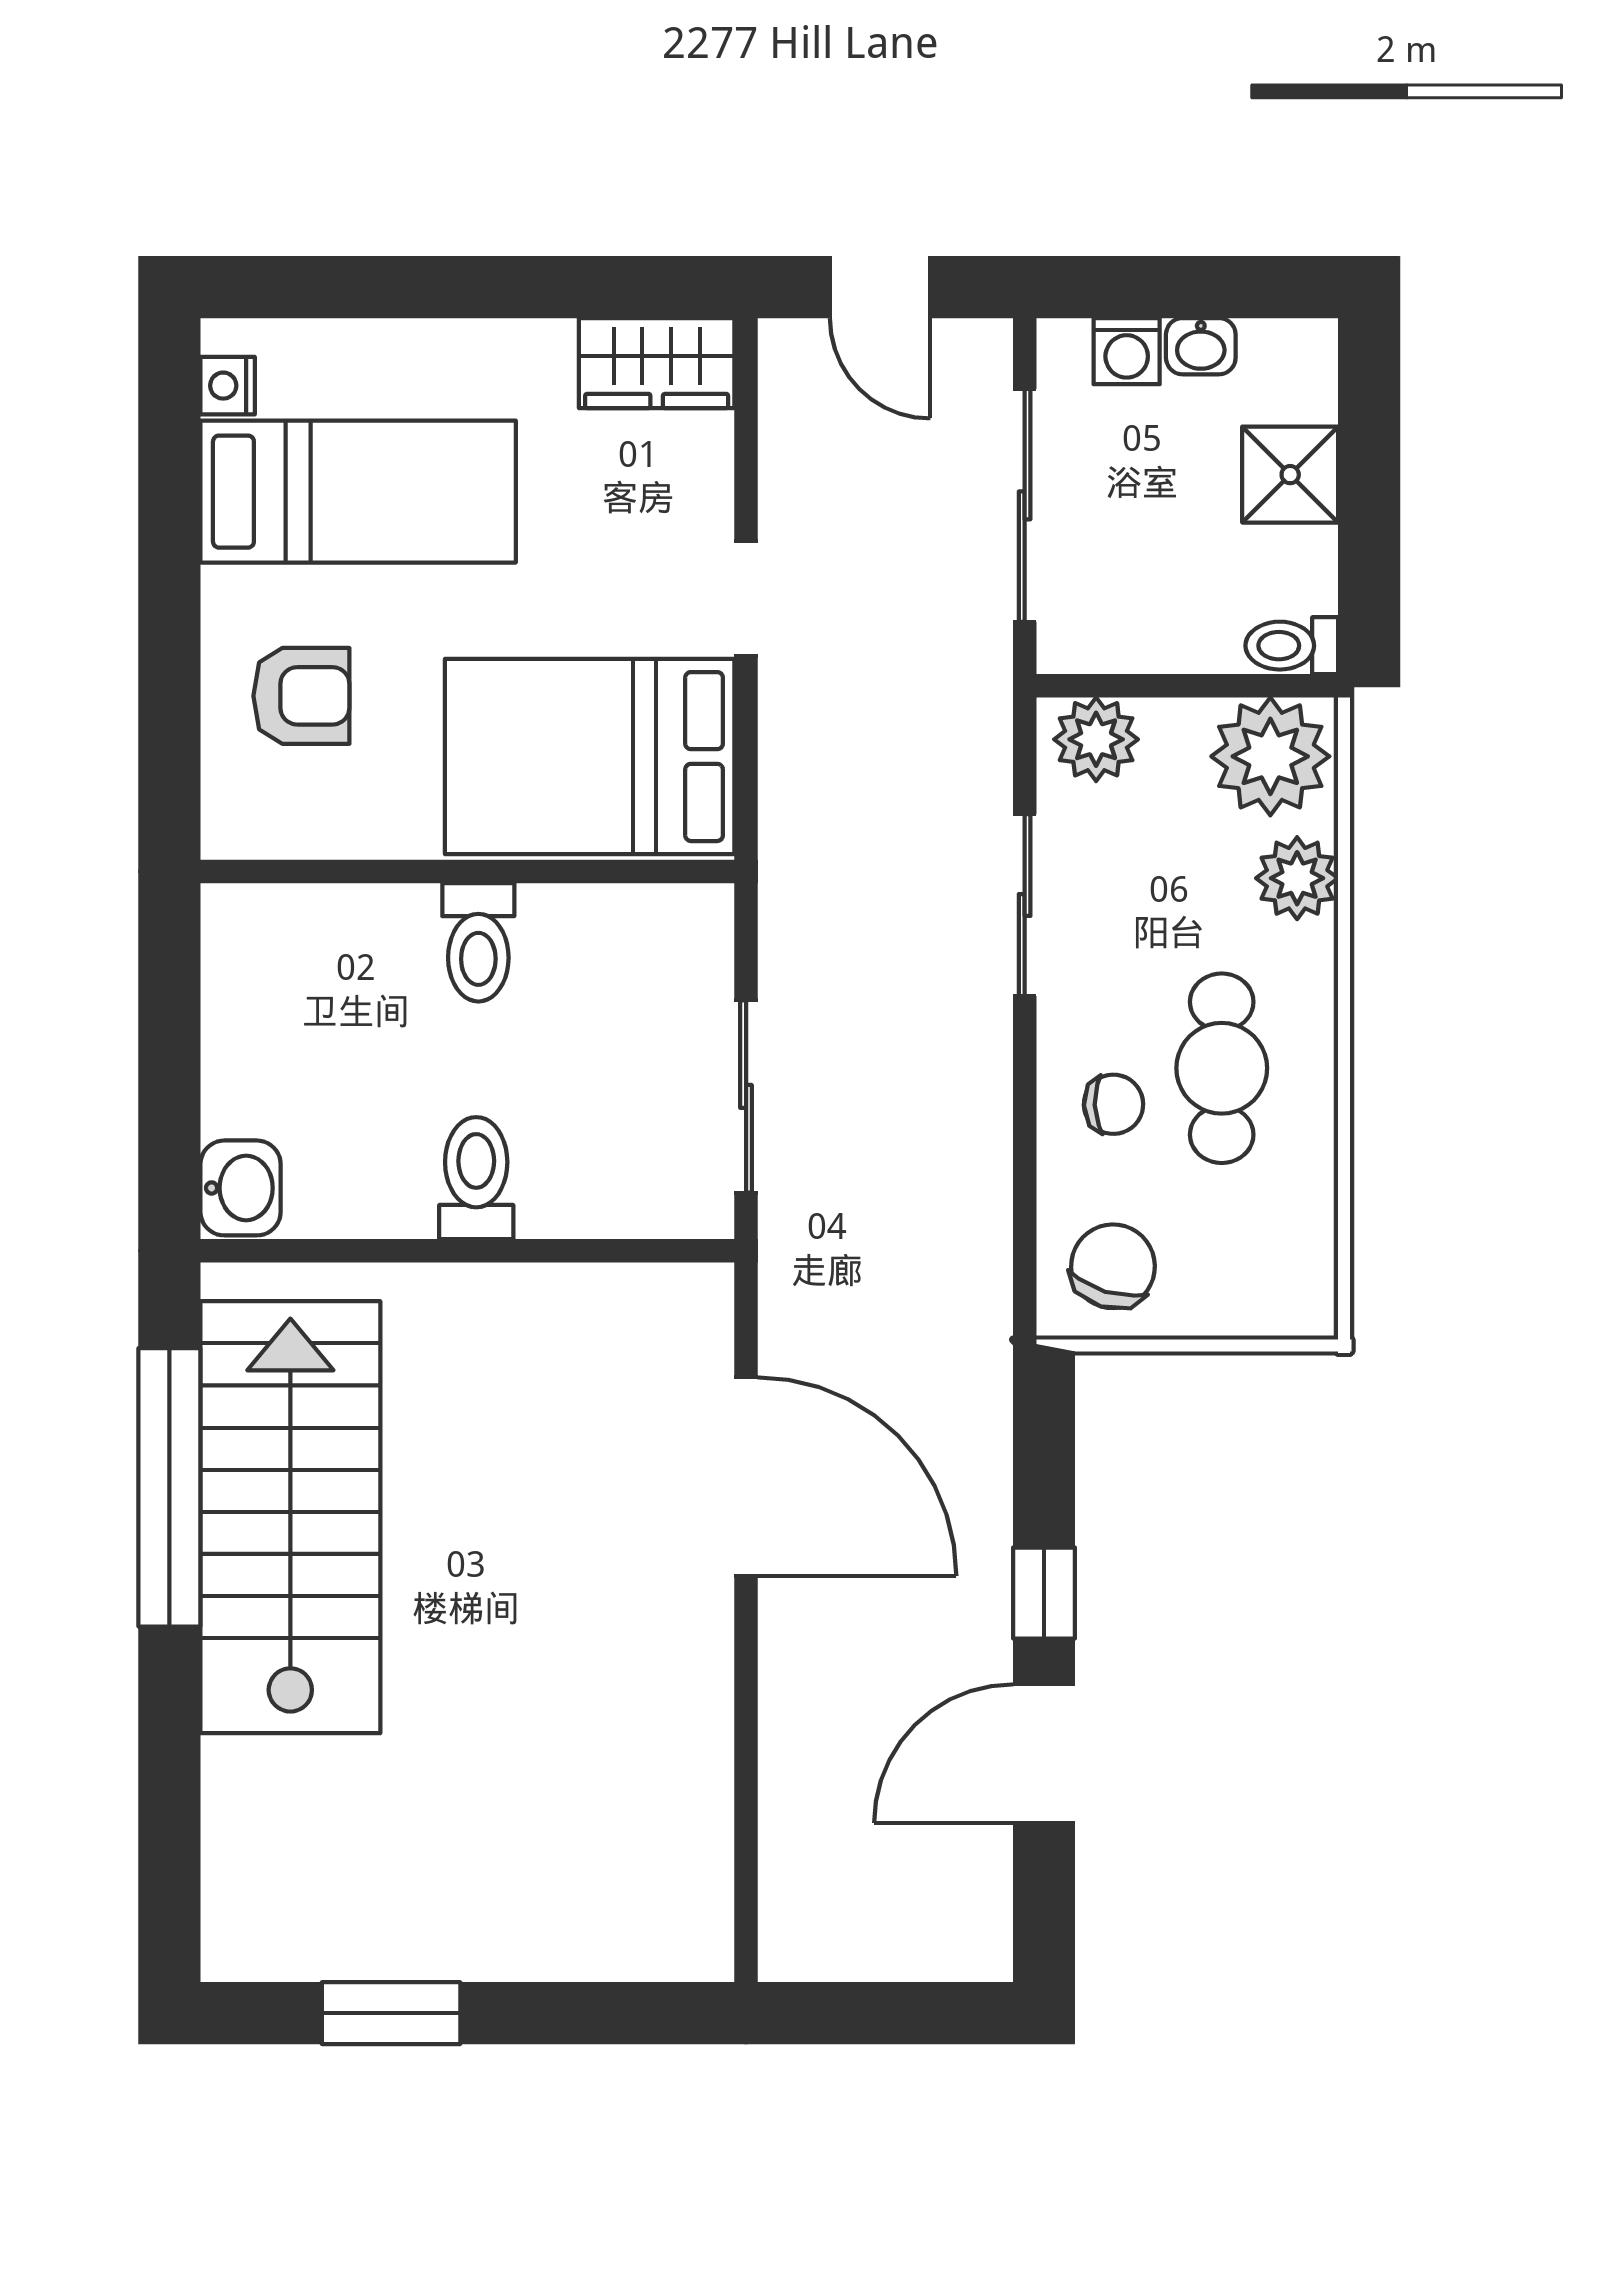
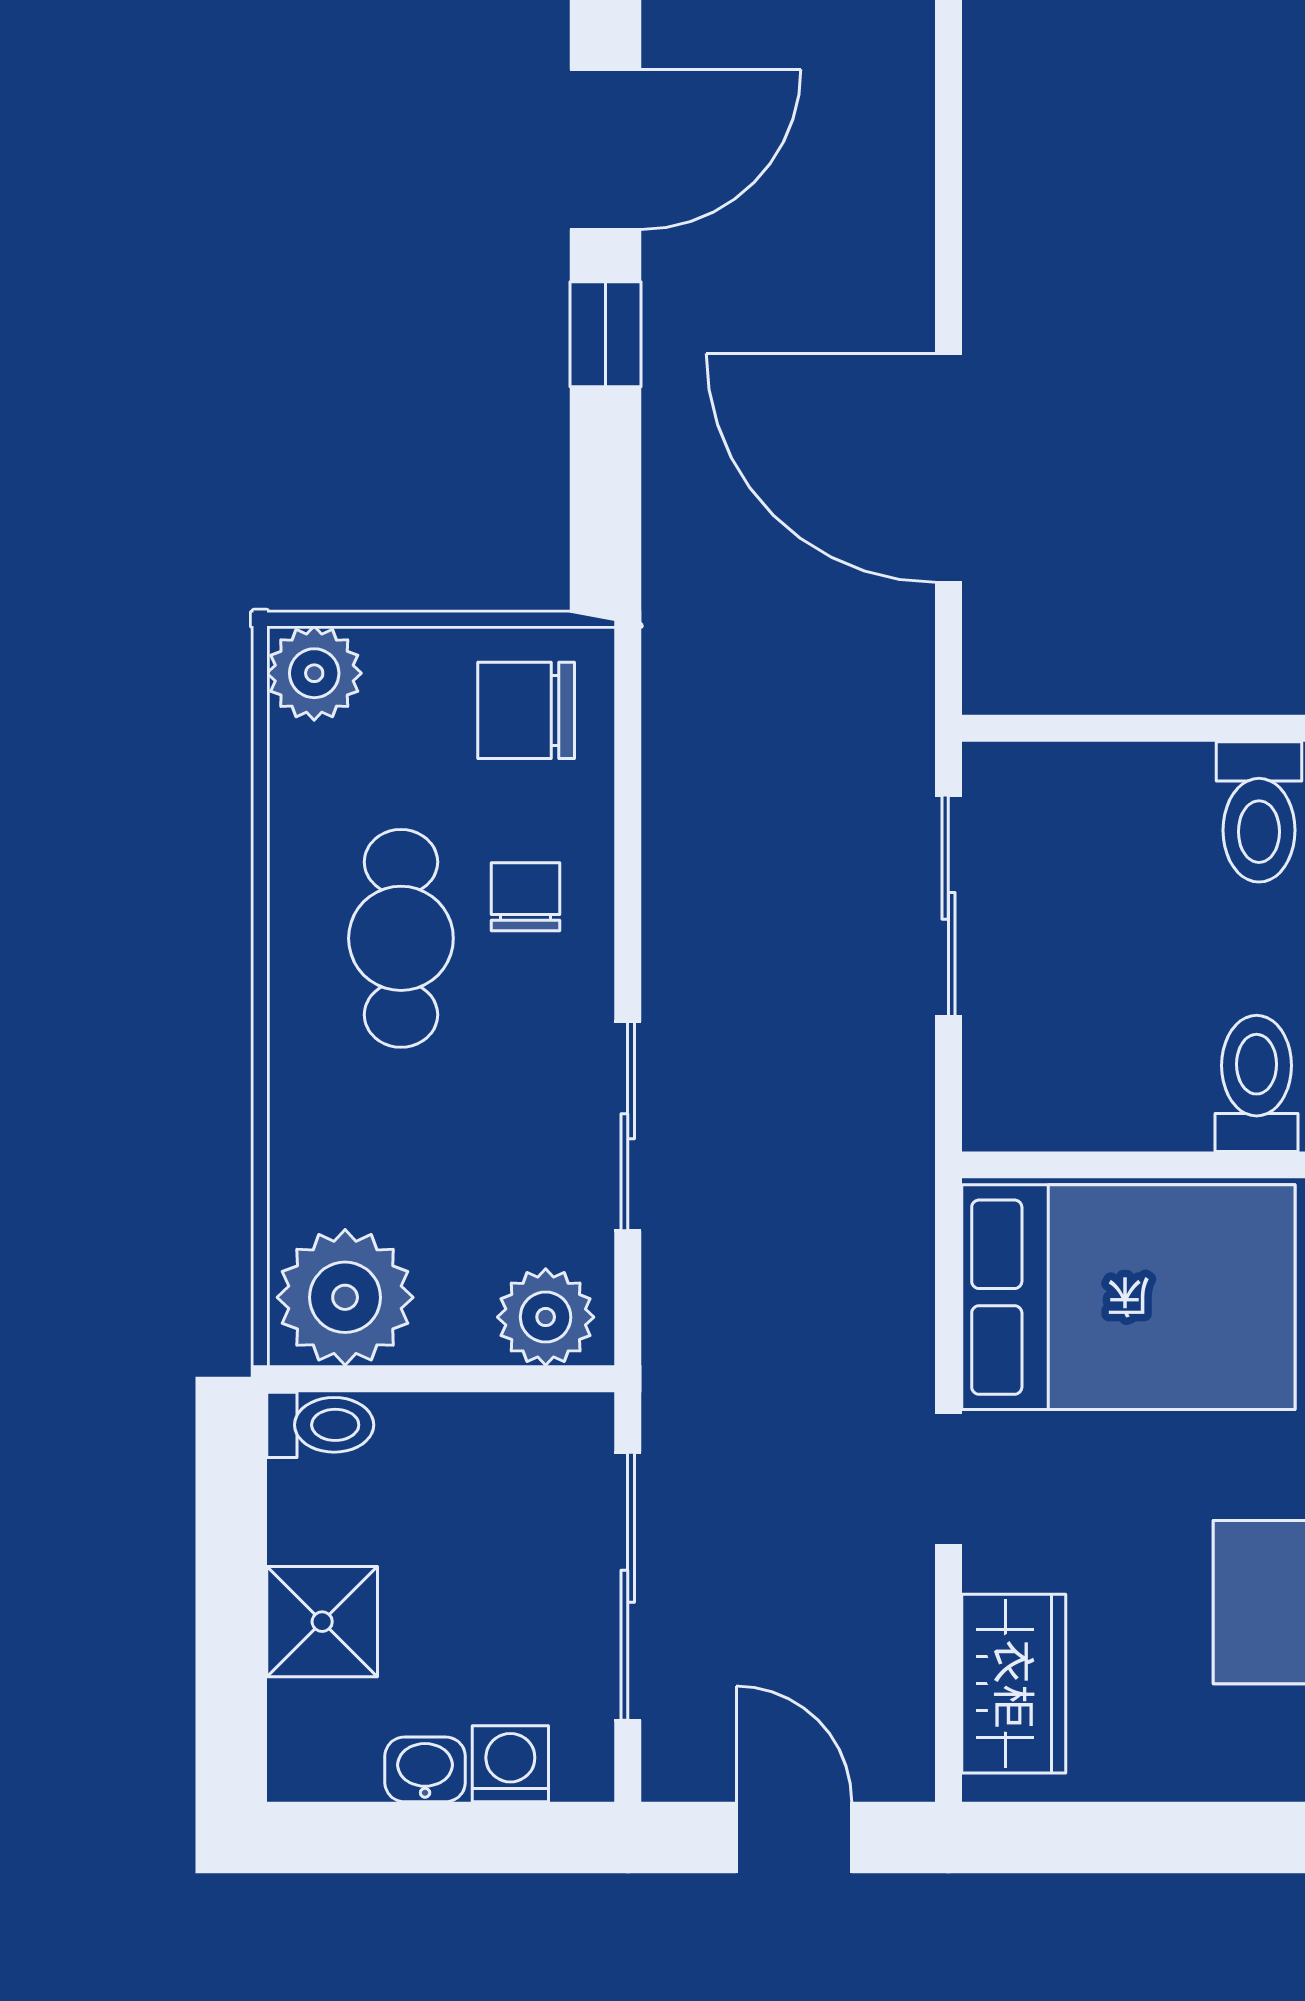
wardrobe: (657, 363) -> (1014, 1684), moved, turned 90
plant: (1297, 878) -> (314, 673), moved
chair: (1114, 1104) -> (525, 897), turned 92
chair: (1113, 1266) -> (526, 710), turned 73

